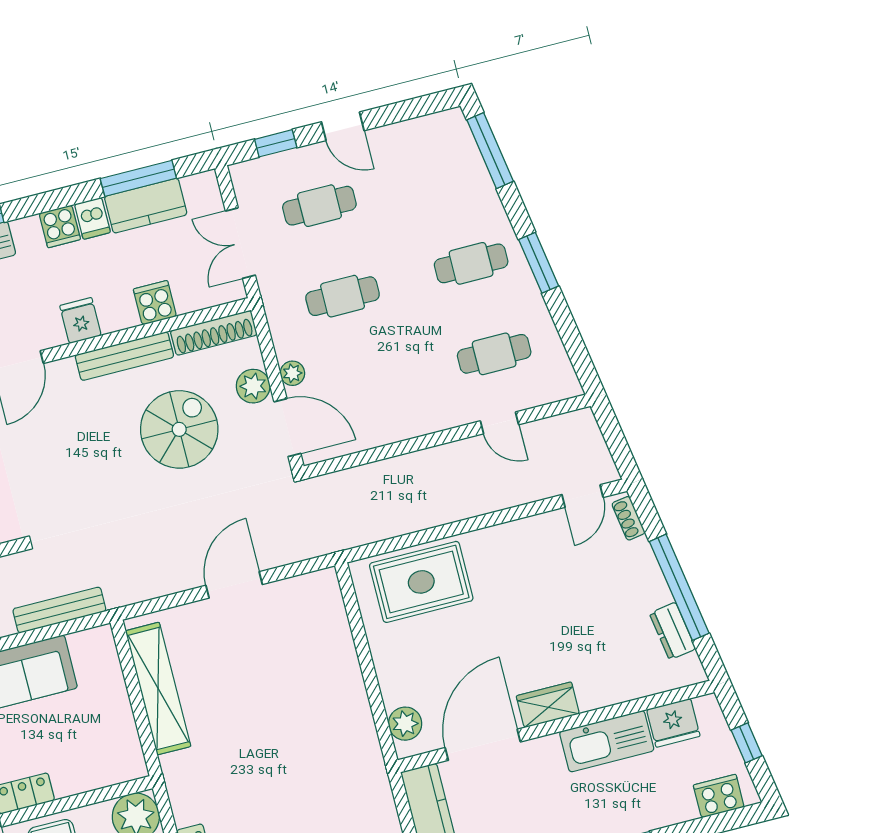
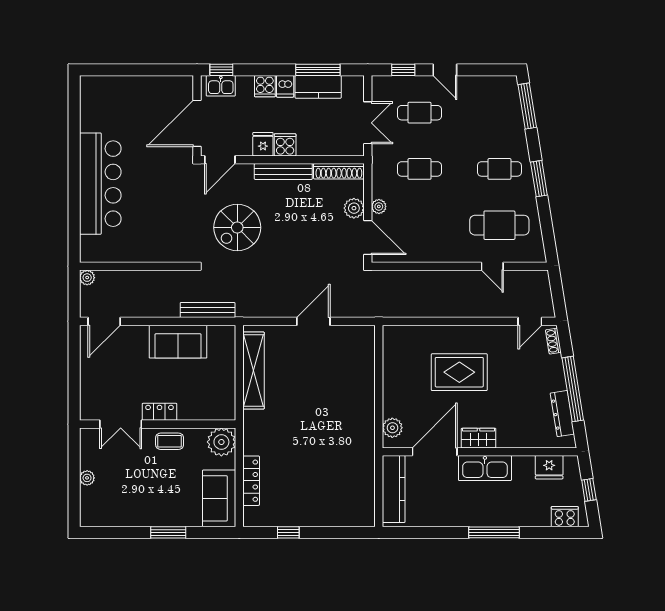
double door: (240, 243) -> (368, 123), swing flipped
cooker: (155, 303) -> (285, 145), moved
cafe table: (494, 354) -> (499, 225), width x1.37, depth x1.35
spiral stairs: (179, 429) -> (237, 227), moved, turned 180
rug: (421, 582) -> (459, 372), moved
dresser: (672, 631) -> (562, 414), width x1.44
kitchen sink: (607, 741) -> (485, 468), moved

